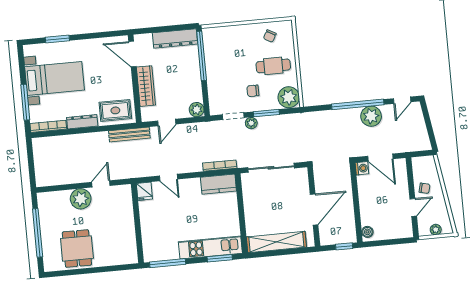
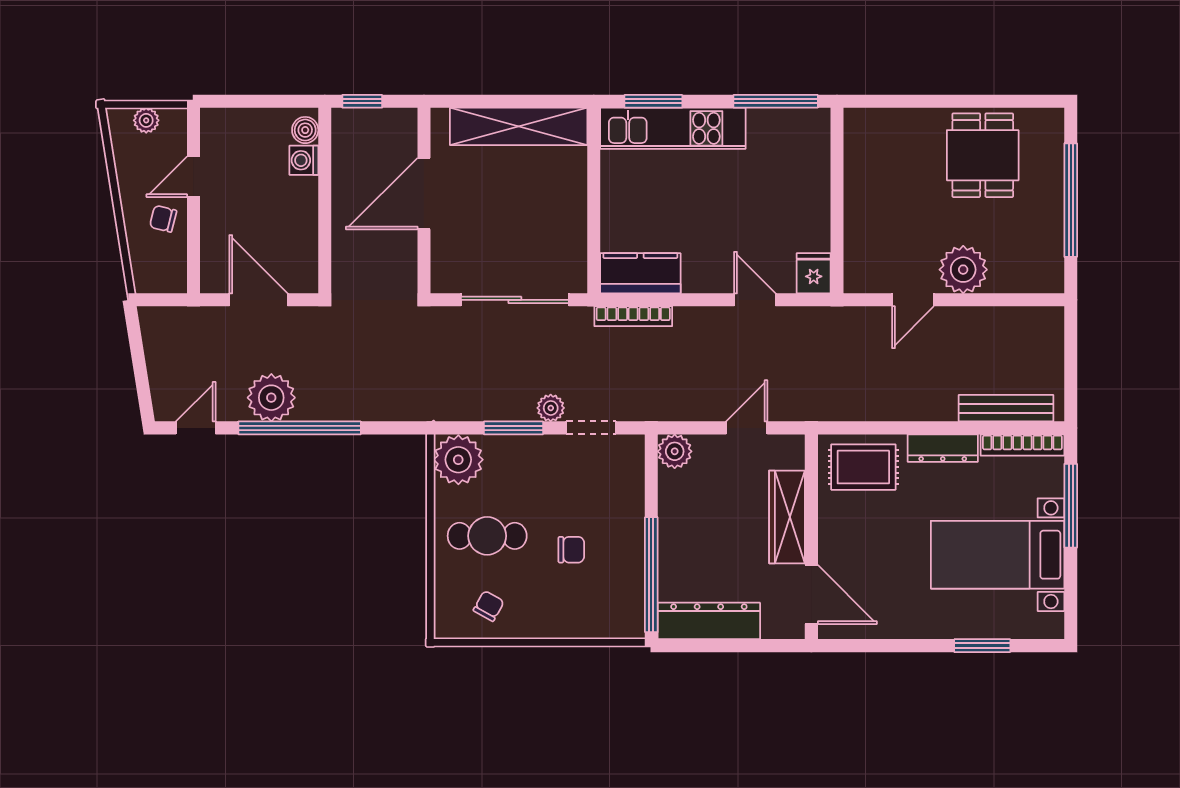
chair: (253, 91) -> (571, 550), moved
bench: (129, 134) -> (1006, 408), moved
washing machine: (362, 168) -> (304, 160), moved

